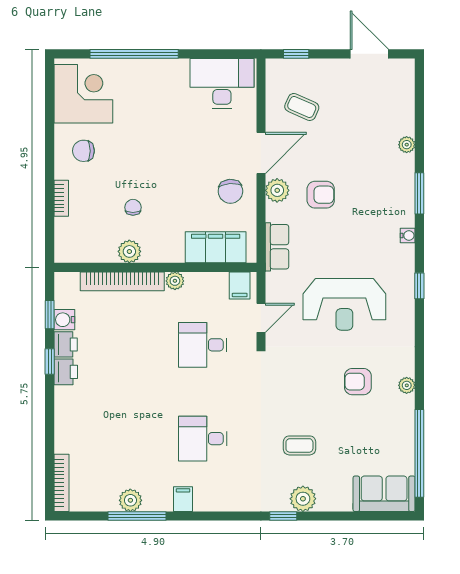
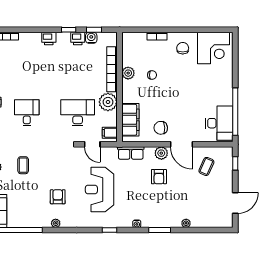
window: (134, 54) -> (235, 112), moved
plant: (175, 281) -> (108, 102), width x1.88, depth x1.88
desk: (203, 345) -> (78, 113), width x1.37
printer: (66, 372) -> (49, 39), moved

